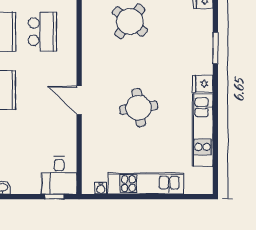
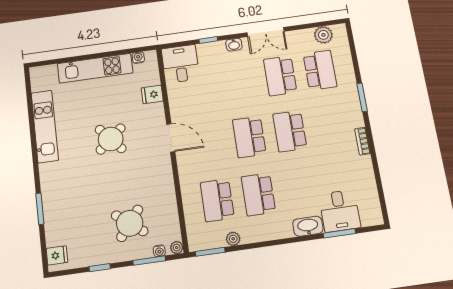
fridge: (203, 84) -> (152, 94), moved, turned 180
round table: (139, 108) -> (111, 139), turned -33
window: (54, 197) -> (208, 40), moved

